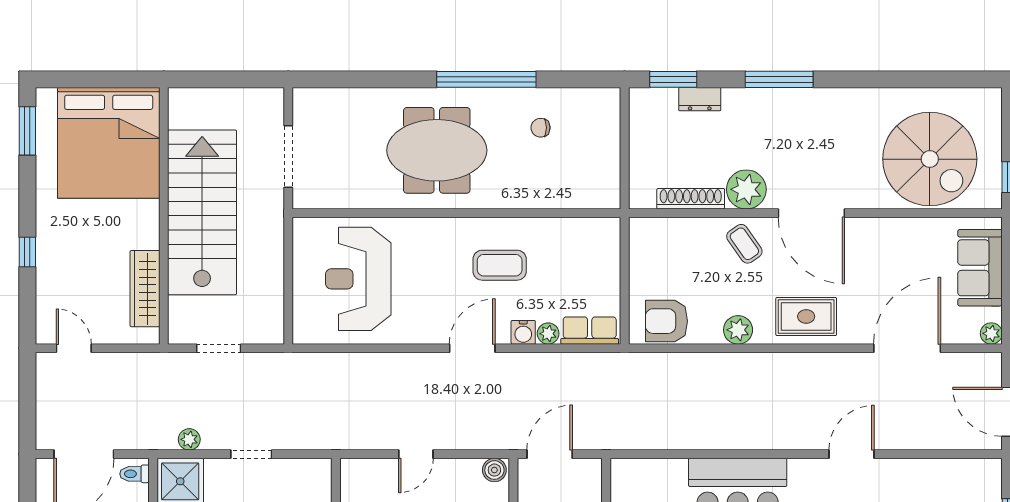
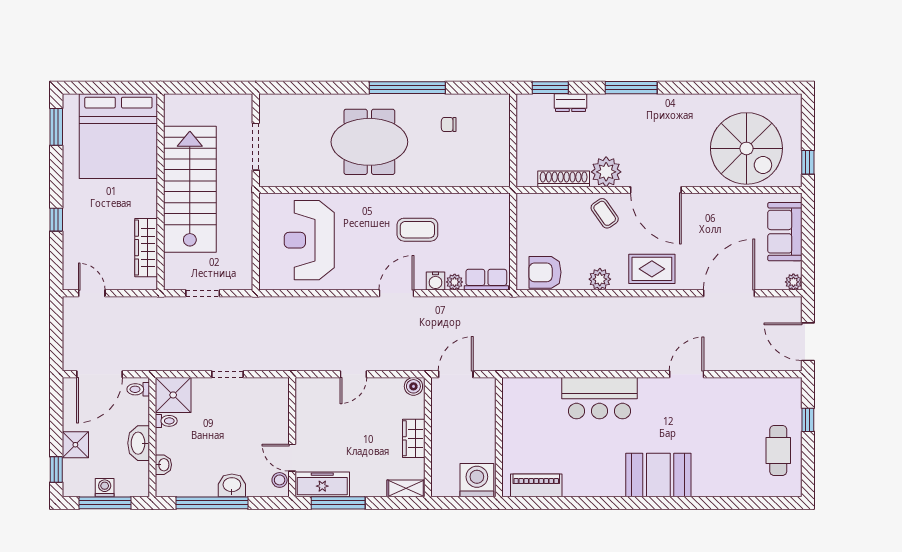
plant: (189, 439) -> (180, 363), removed

